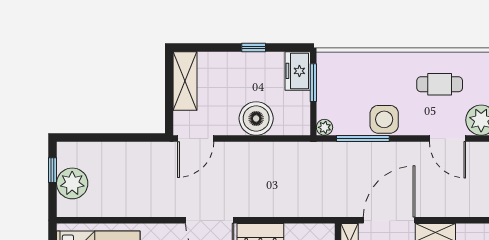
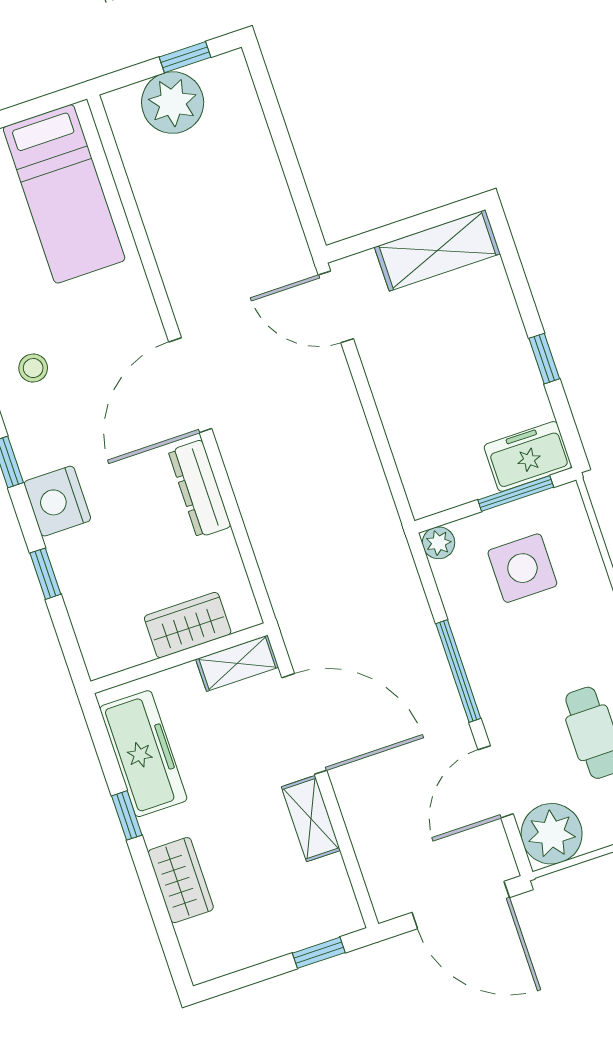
boiler: (256, 118) -> (412, 408), removed
side table: (384, 119) -> (522, 568), moved
window: (363, 138) -> (458, 671), moved

